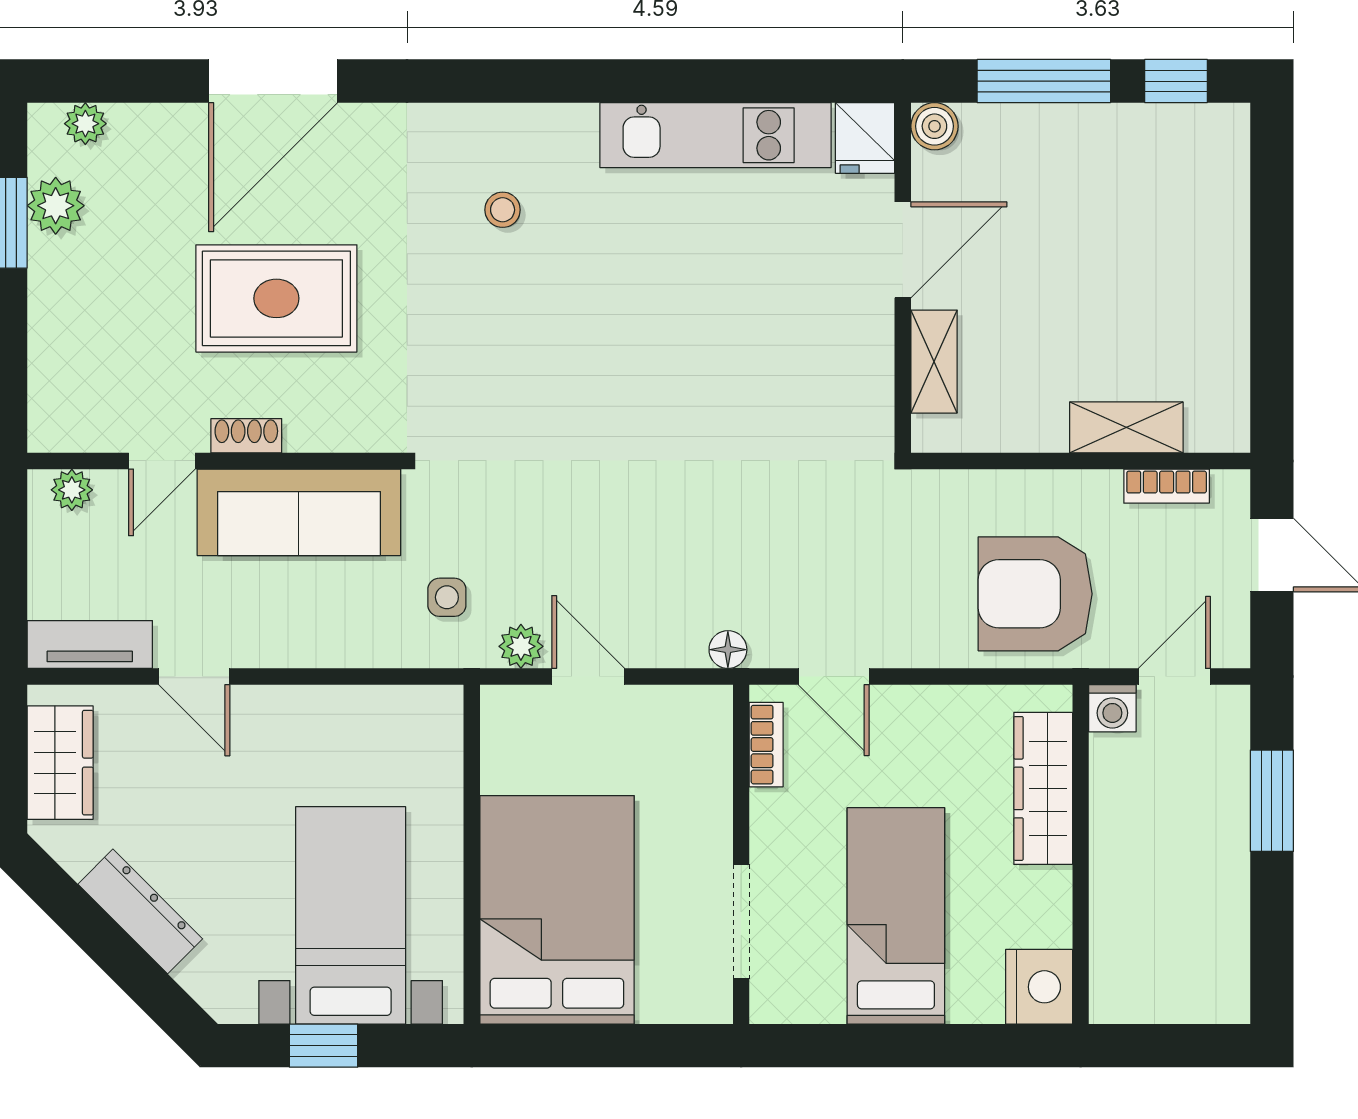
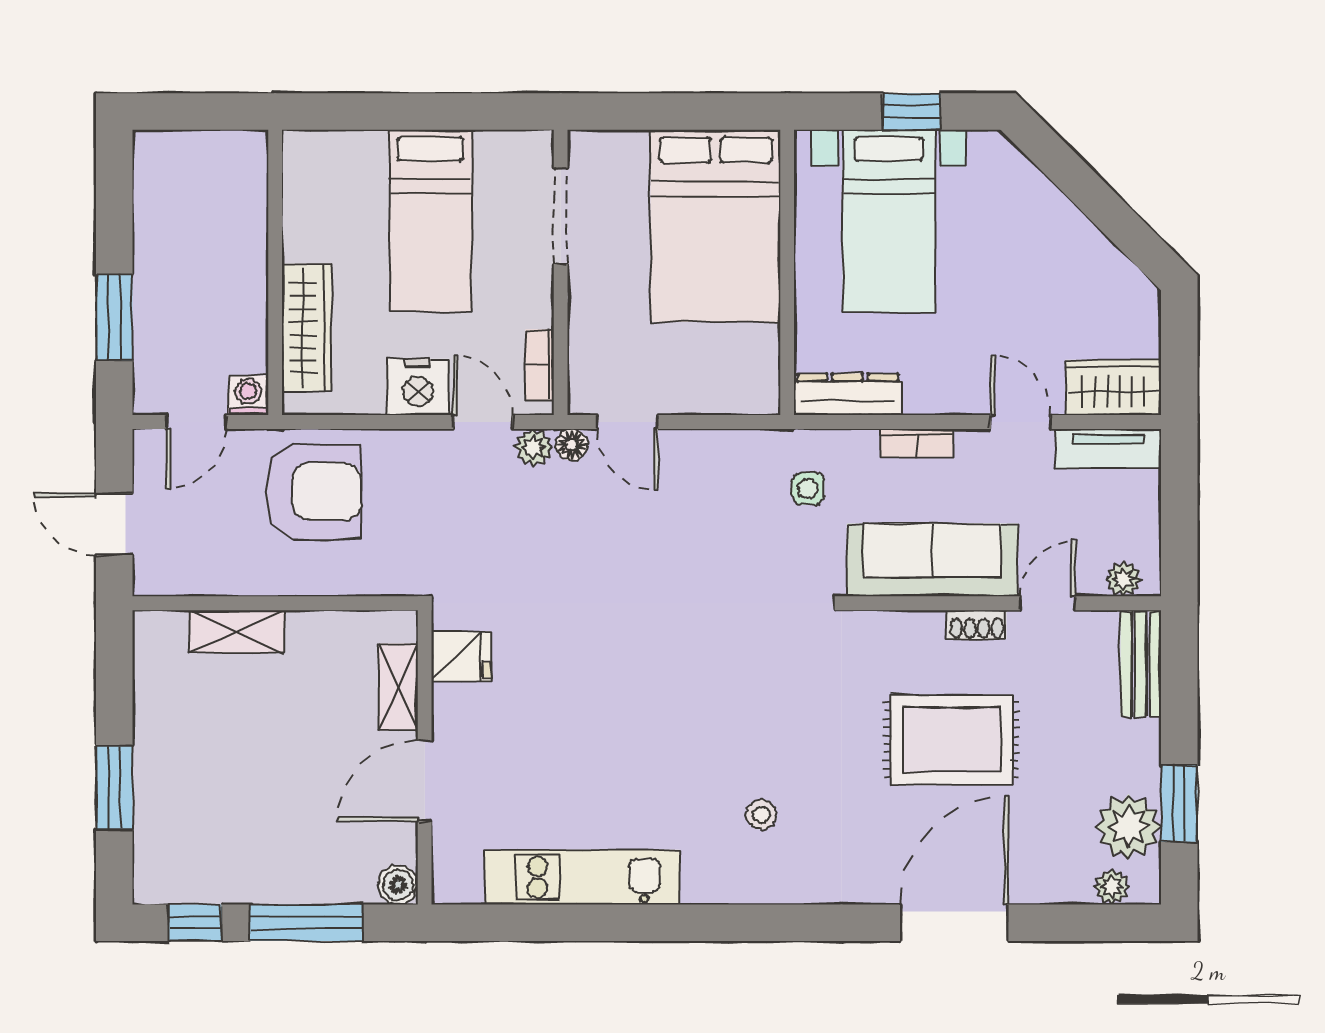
fridge: (865, 138) -> (461, 656), moved, turned 90
plant: (56, 206) -> (1128, 827), width x1.36, depth x1.36
window: (1272, 242) -> (114, 788), added
bench: (51, 389) -> (1141, 664), added
bookcase: (1167, 486) -> (917, 443), moved, turned 180
plant: (521, 646) -> (534, 447), moved
door: (588, 677) -> (627, 422), moved
wardrobe: (60, 763) -> (1113, 387), moved, turned 90
dresser: (140, 911) -> (847, 394), moved, turned 135
nightstand: (1039, 987) -> (418, 387), moved, turned -90

